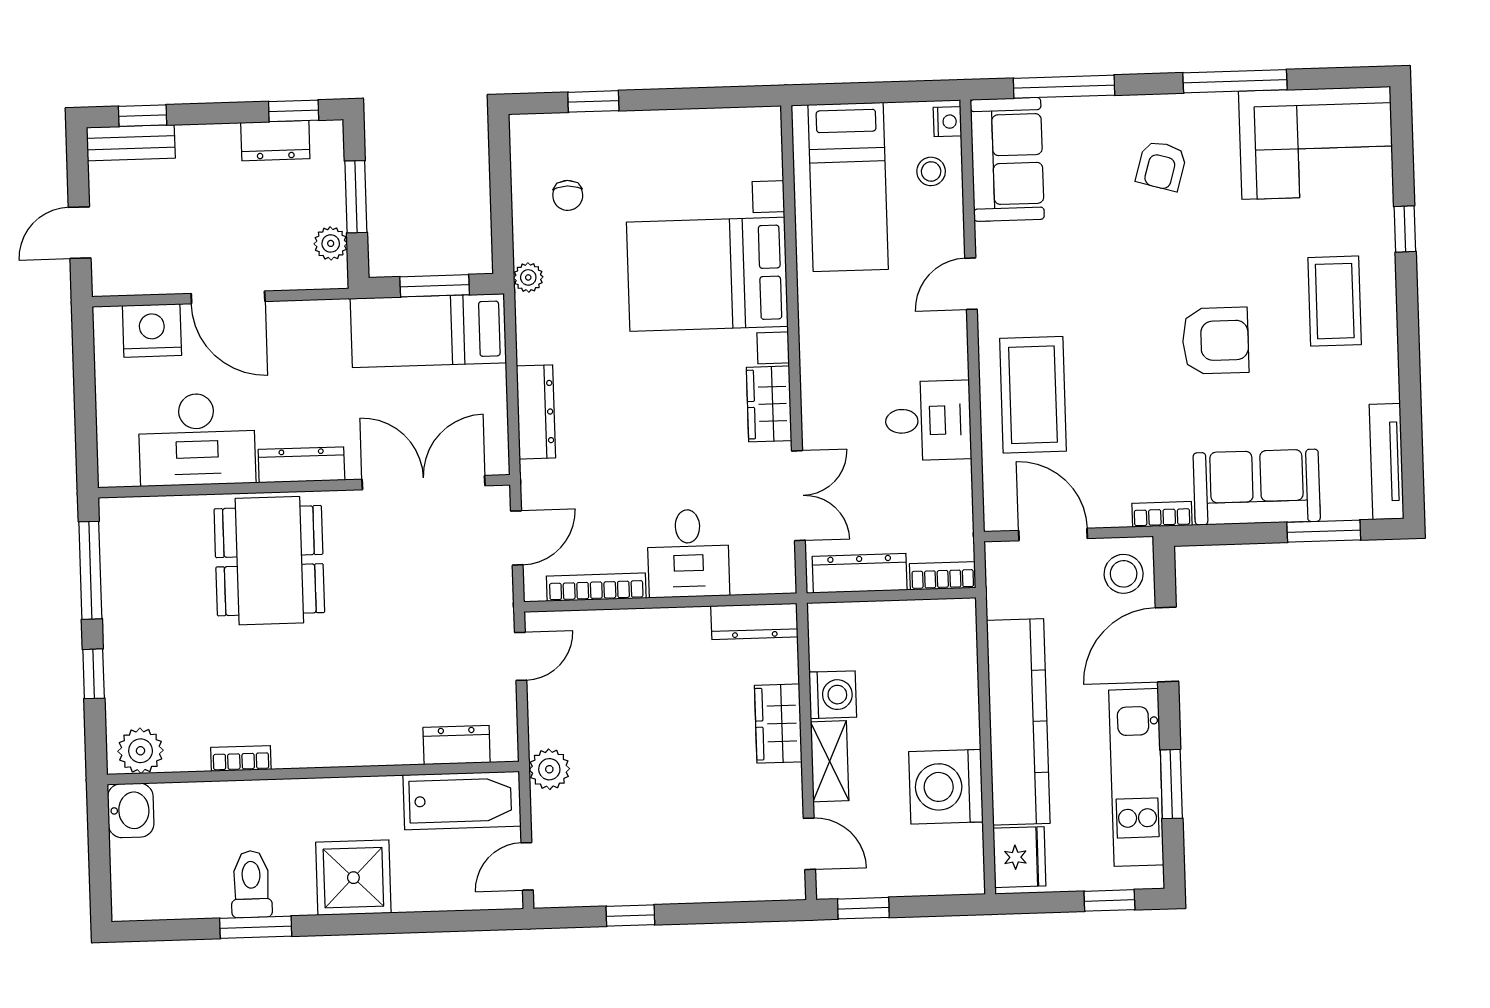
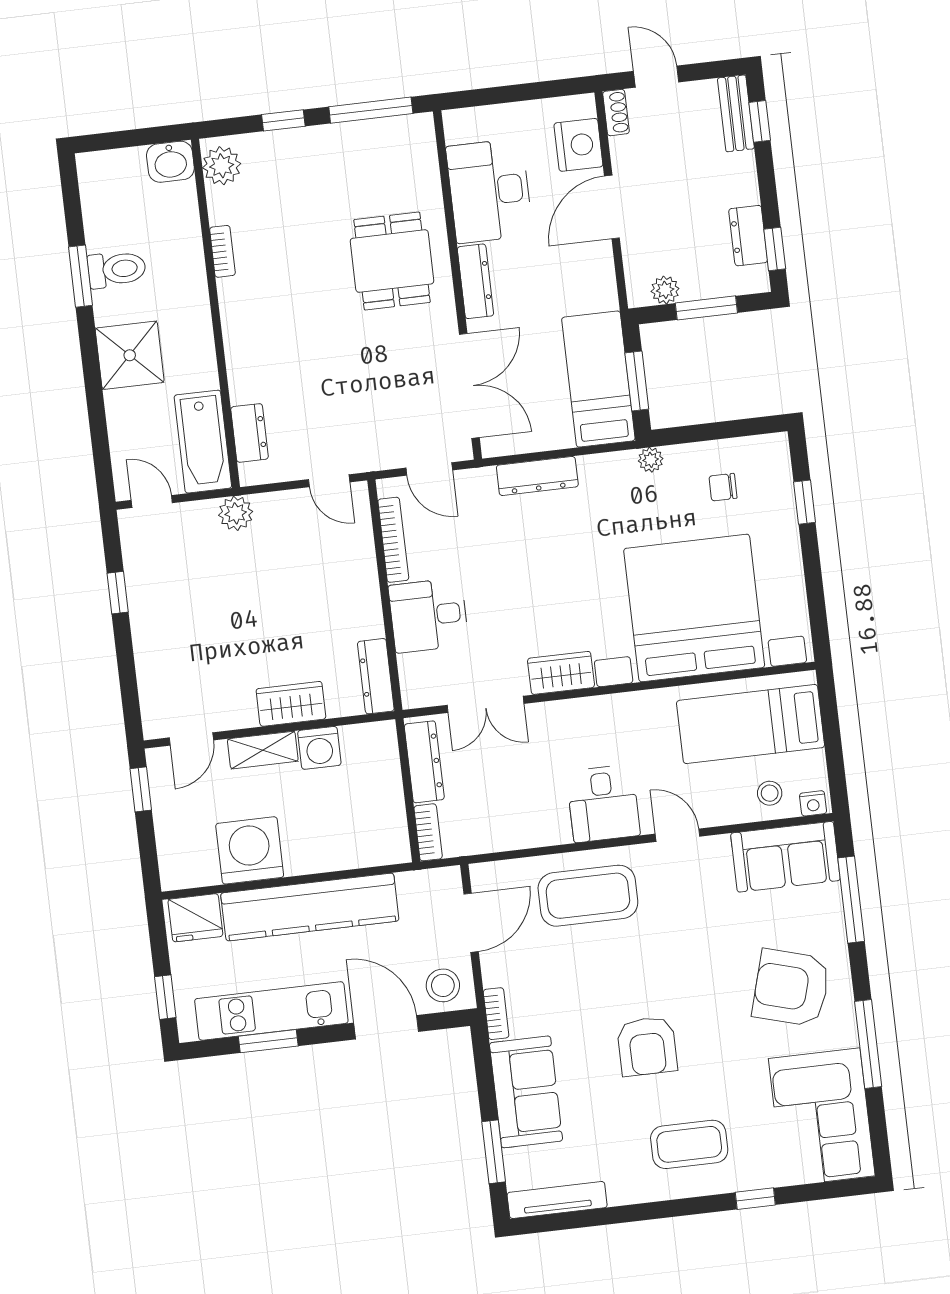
armchair: (1161, 166) -> (791, 988), width x1.88, depth x1.88
bed with nightstands: (707, 274) -> (694, 608), width x1.36
shoe rack: (118, 283) -> (616, 113), added
desk: (928, 420) -> (603, 804), moved
dining table: (269, 561) -> (392, 261), width x0.73

